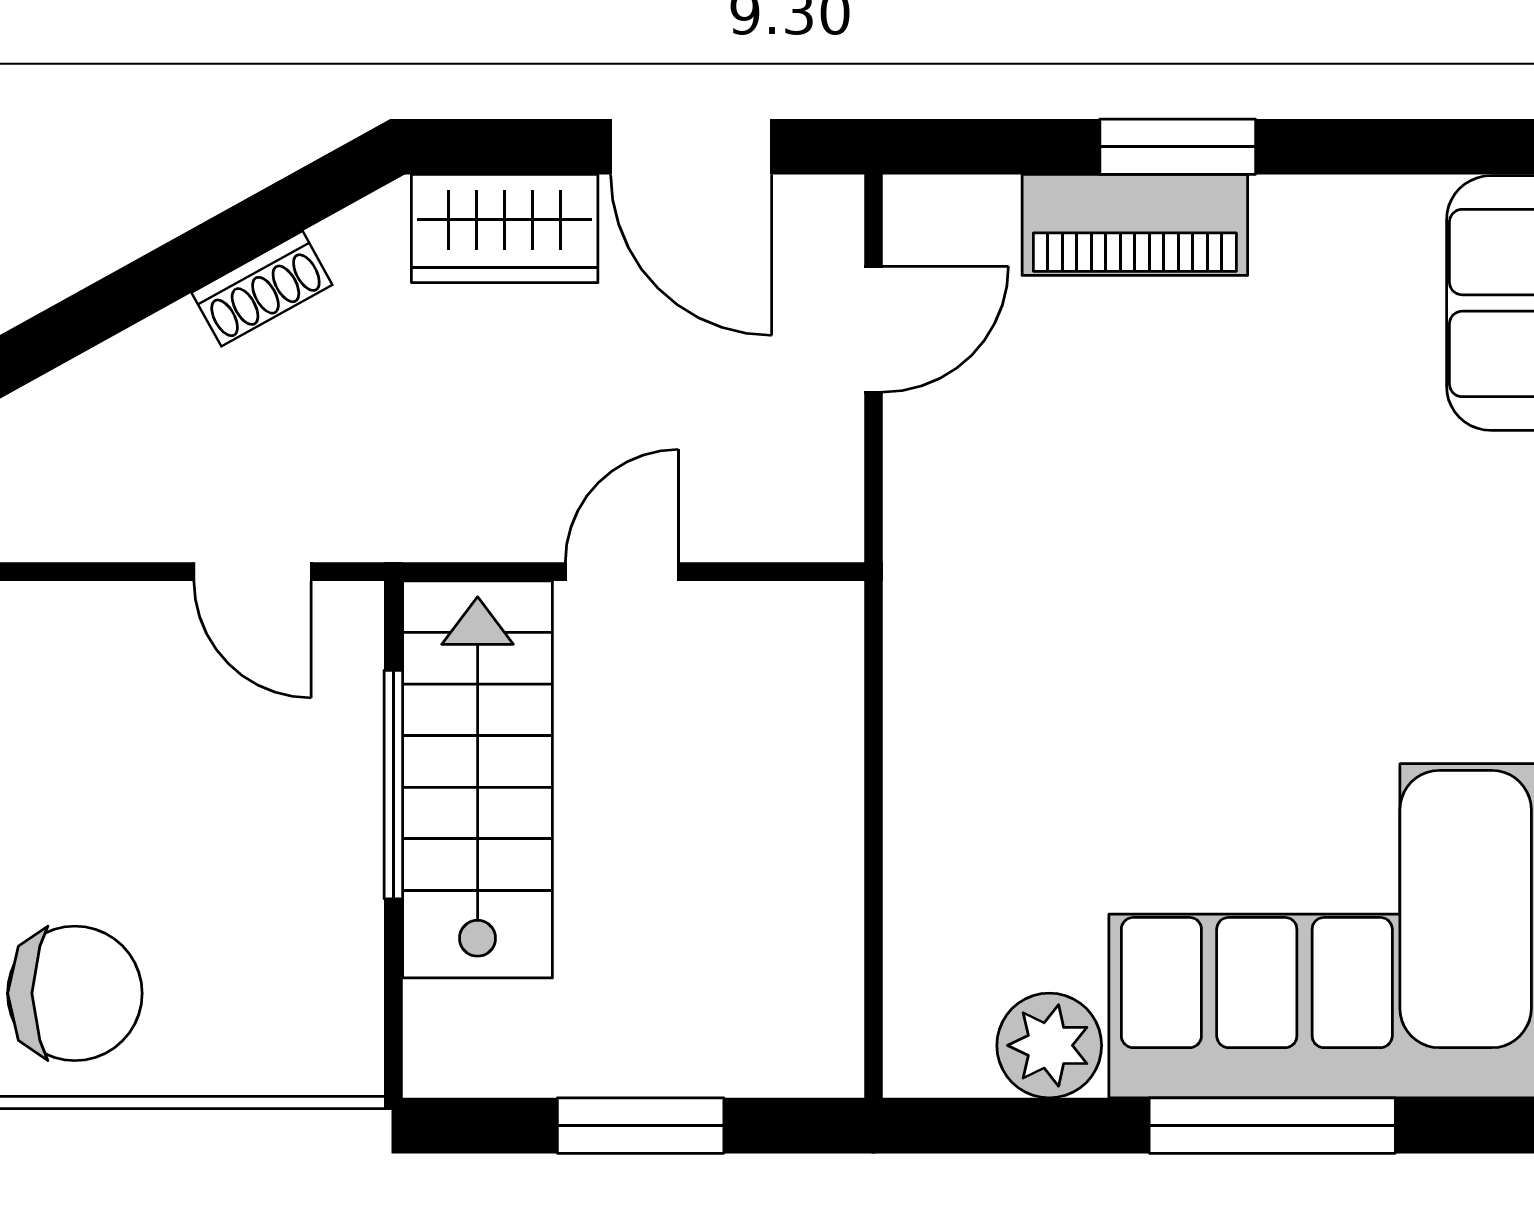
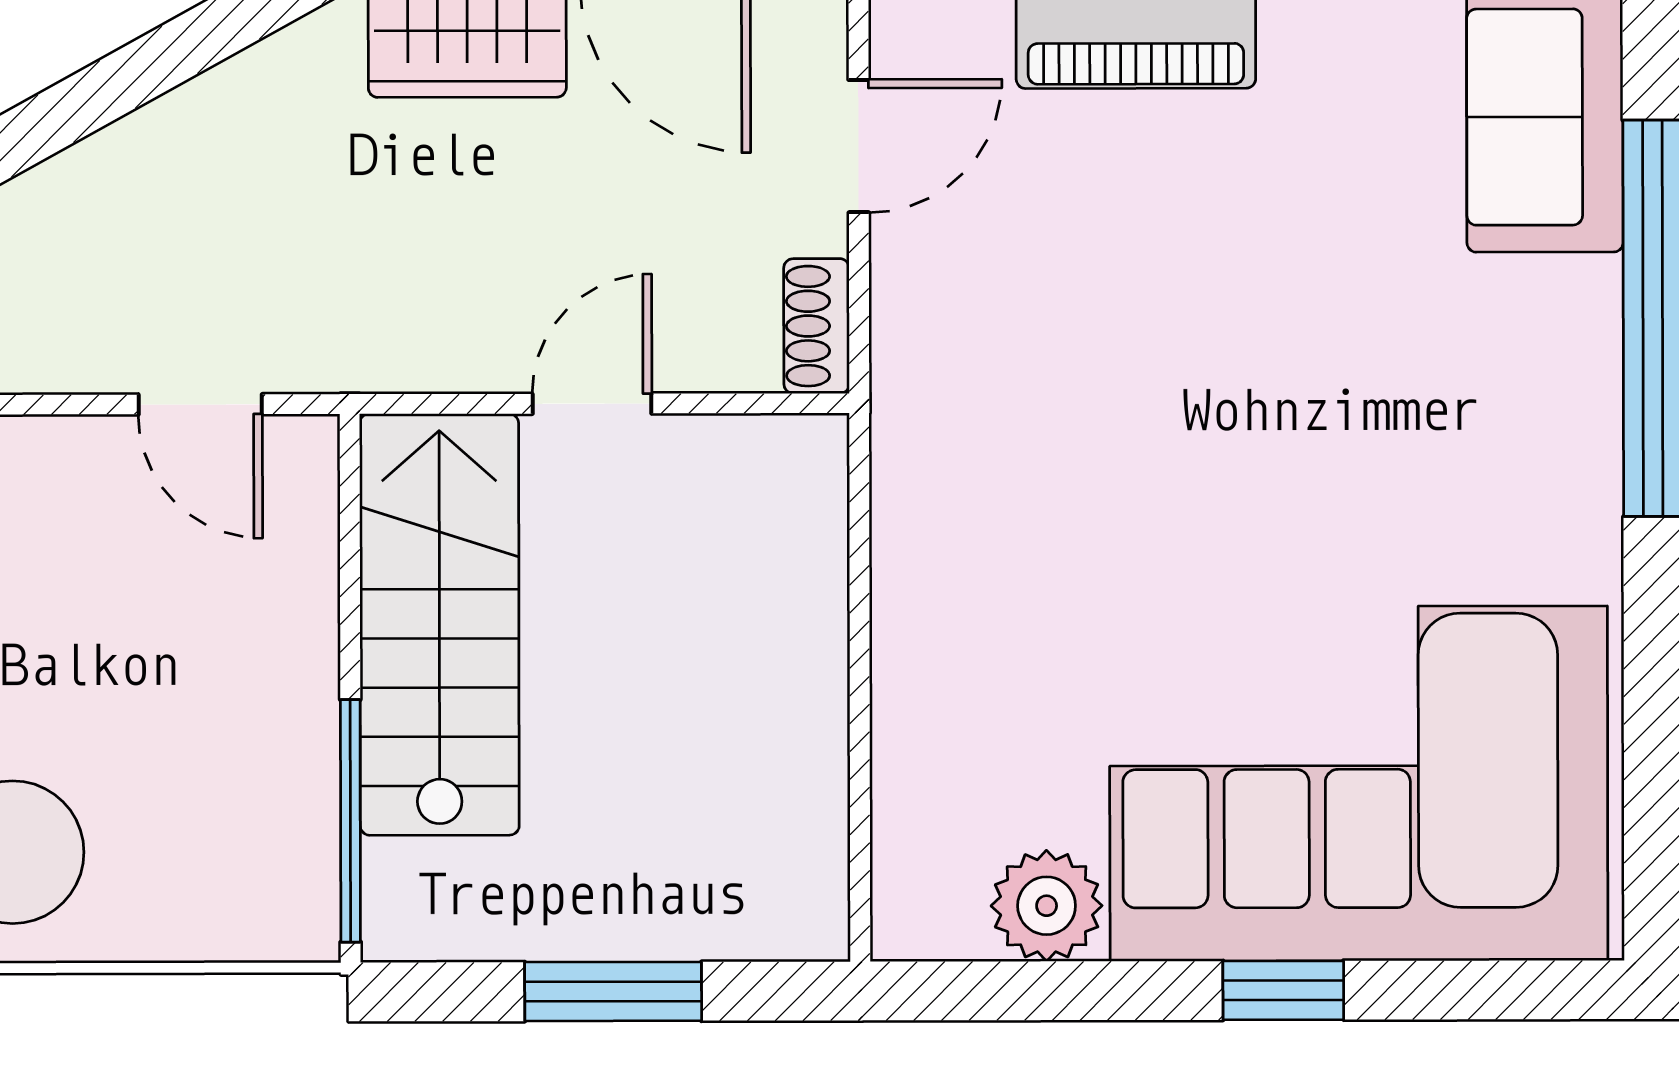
shoe rack: (262, 289) -> (817, 326), moved, turned 119
window: (393, 785) -> (350, 821), moved
window: (1272, 1126) -> (1283, 990), width x0.46

